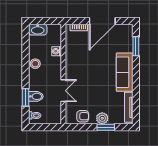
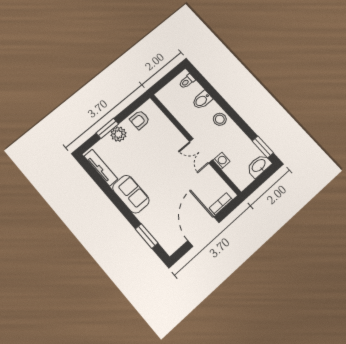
stool: (35, 64) -> (220, 119), moved
sofa: (125, 72) -> (131, 194), width x0.73
double door: (63, 91) -> (201, 151), moved
window: (25, 97) -> (263, 147), moved

